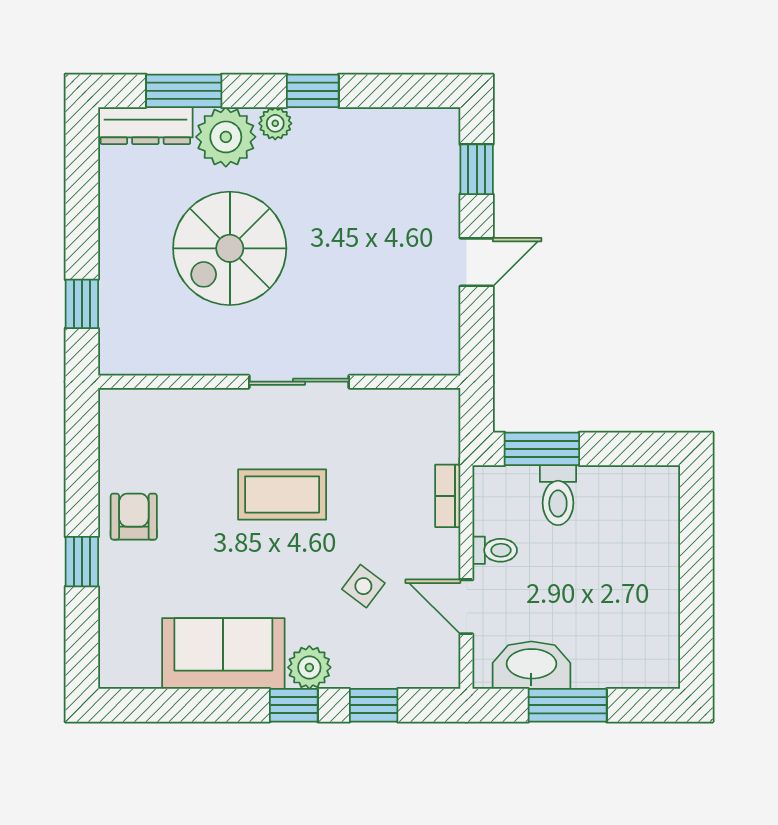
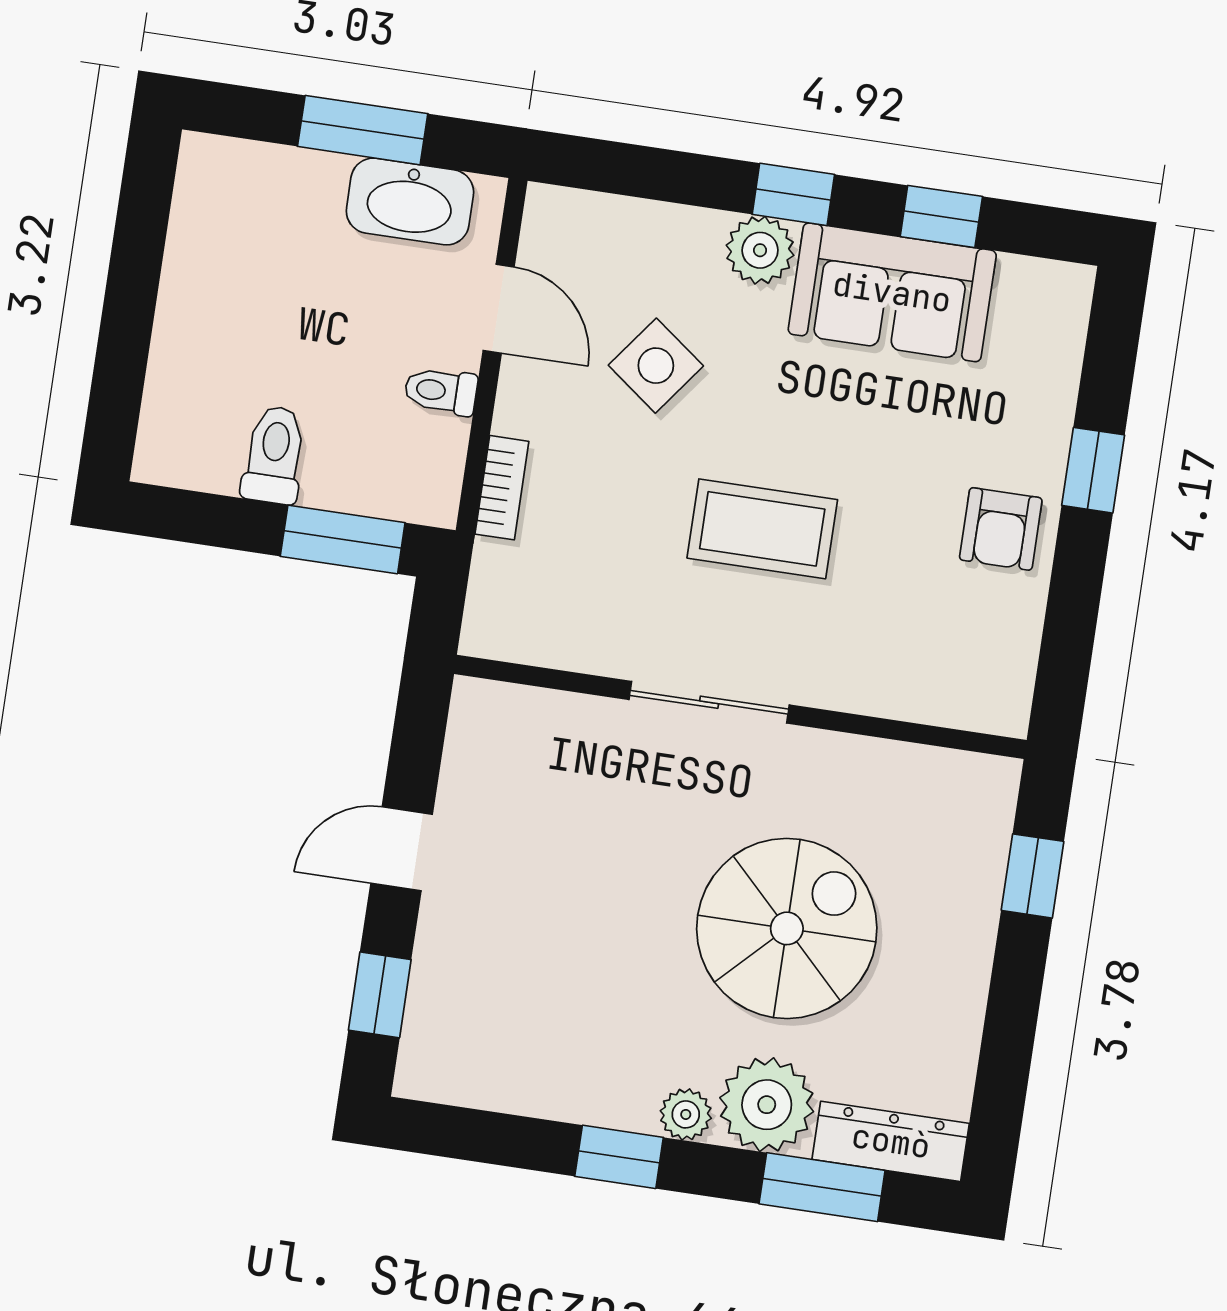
toilet: (558, 495) -> (274, 455), moved
side table: (363, 586) -> (656, 366), width x1.37, depth x1.37
window: (374, 705) -> (941, 217), moved

